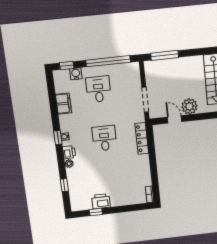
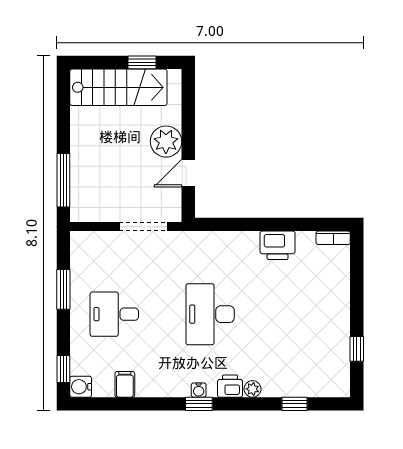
window: (108, 61) -> (63, 289), width x0.47
water cooler: (76, 74) -> (81, 387), moved
filing cabinet: (63, 104) -> (125, 384), width x0.50
desk: (104, 138) -> (210, 314), width x1.37
locker: (142, 138) -> (219, 241), removed
printer: (101, 201) -> (278, 245), moved, turned -90

